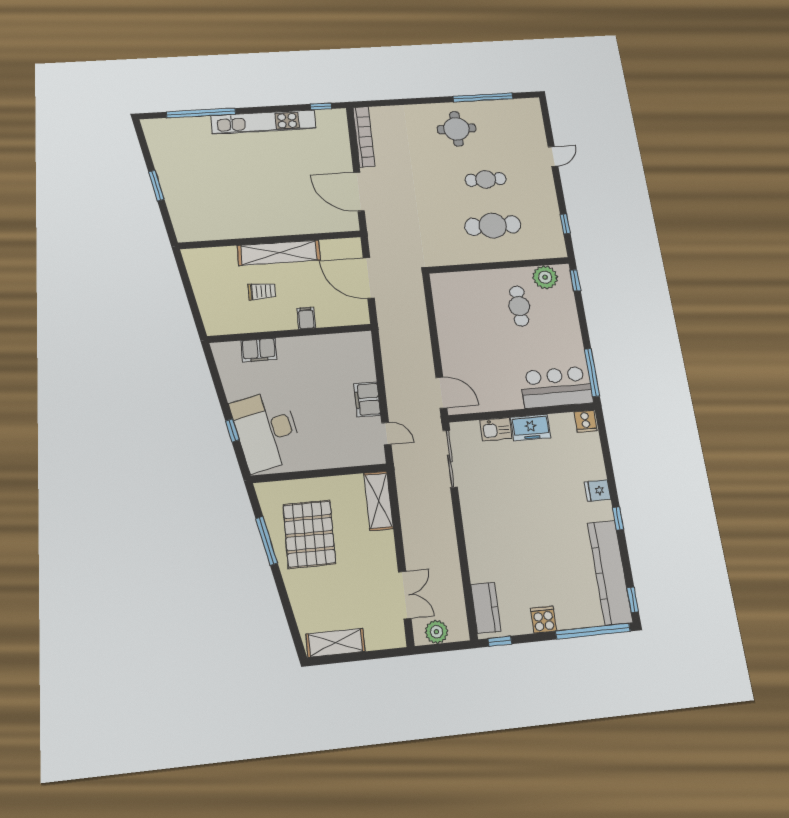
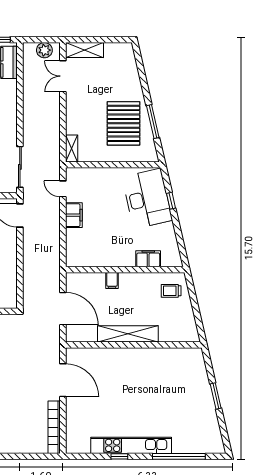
window: (321, 106) -> (119, 456), moved
trolley: (262, 291) -> (171, 291), moved
shelving: (379, 501) -> (72, 149), width x0.67, depth x0.75
shelving: (335, 643) -> (84, 50), moved

